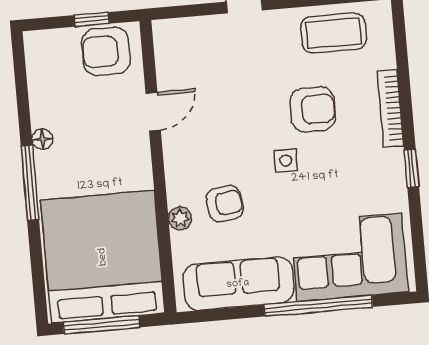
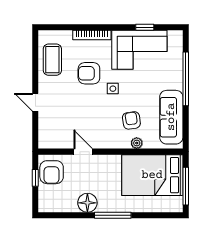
armchair: (313, 109) -> (89, 73), turned -90
floor lamp: (42, 139) -> (87, 203), width x1.89, depth x1.89
window: (411, 168) -> (145, 27), moved
bed: (103, 257) -> (152, 175), width x0.73
corner sofa: (349, 257) -> (139, 50), moved, turned -90

